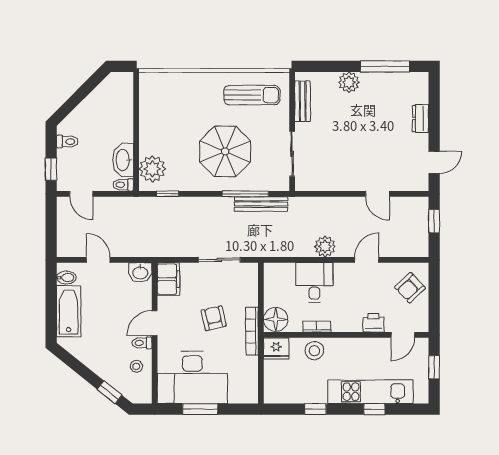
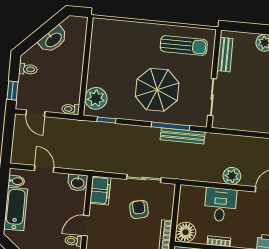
washbasin: (123, 160) -> (53, 40), moved, turned -135
armchair: (214, 318) -> (139, 209), moved

